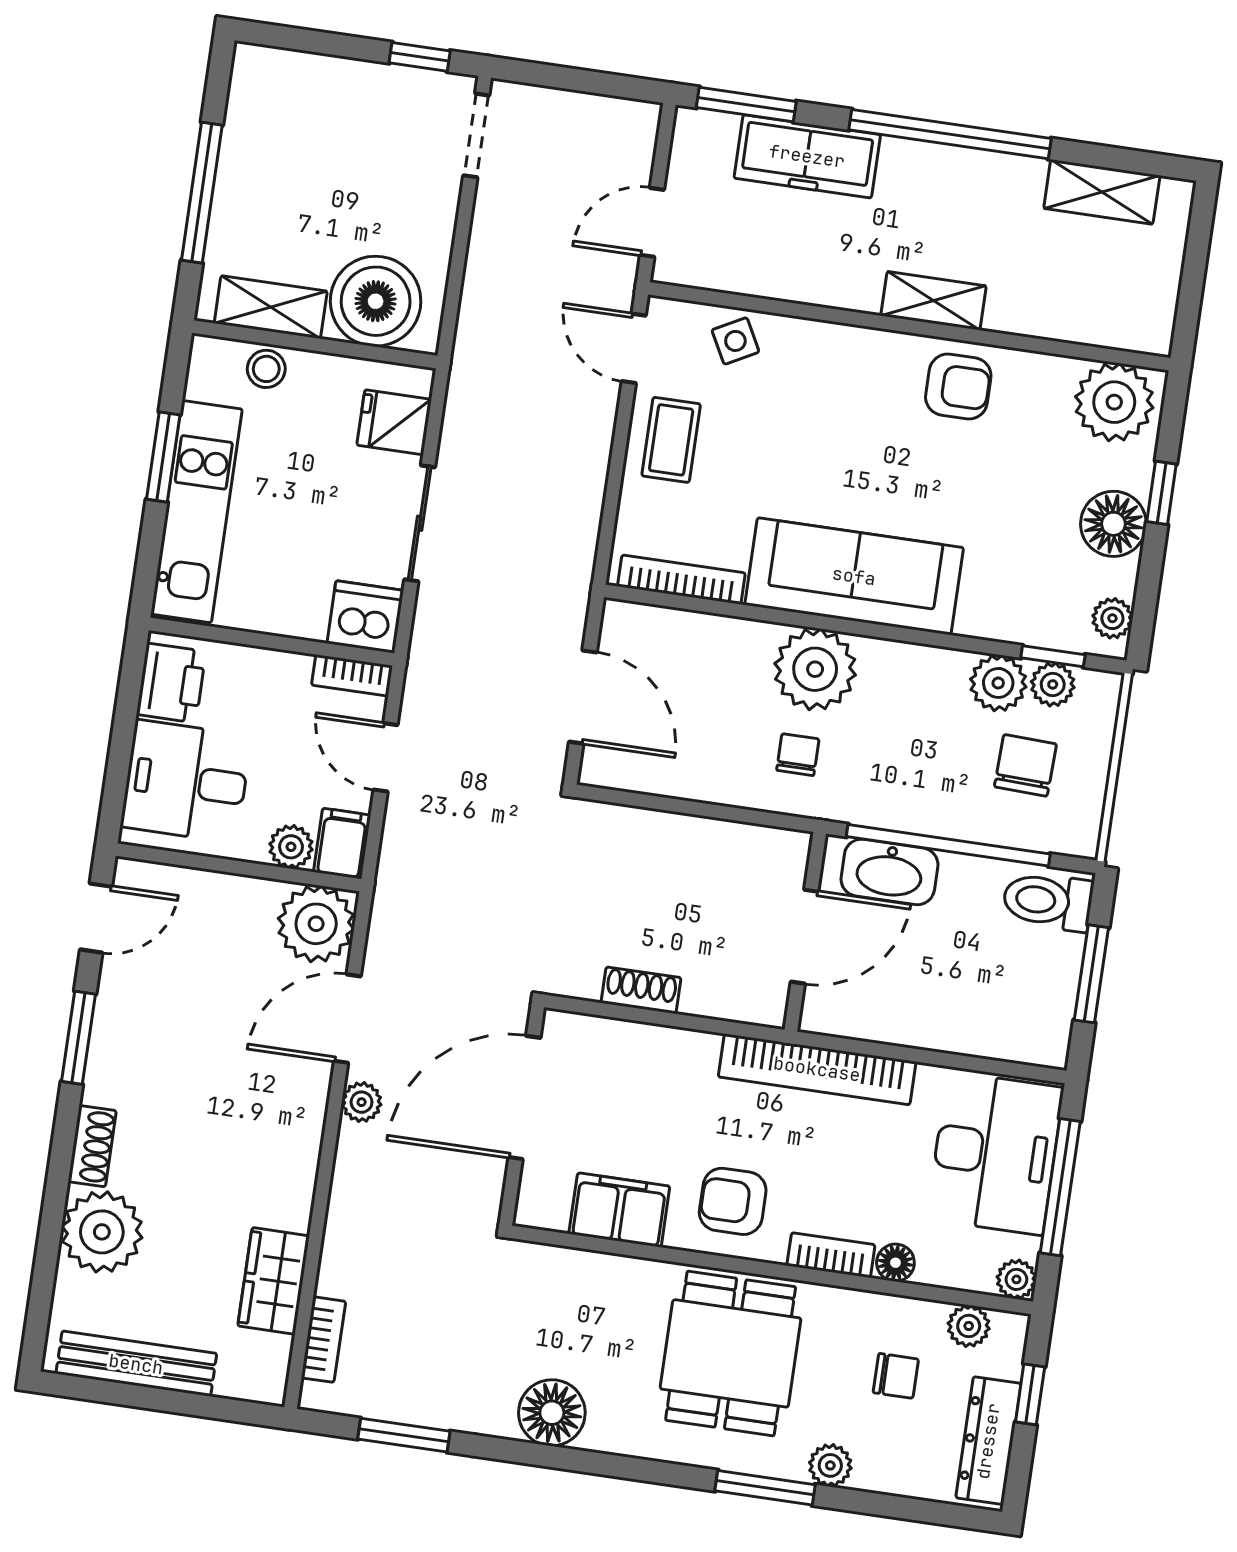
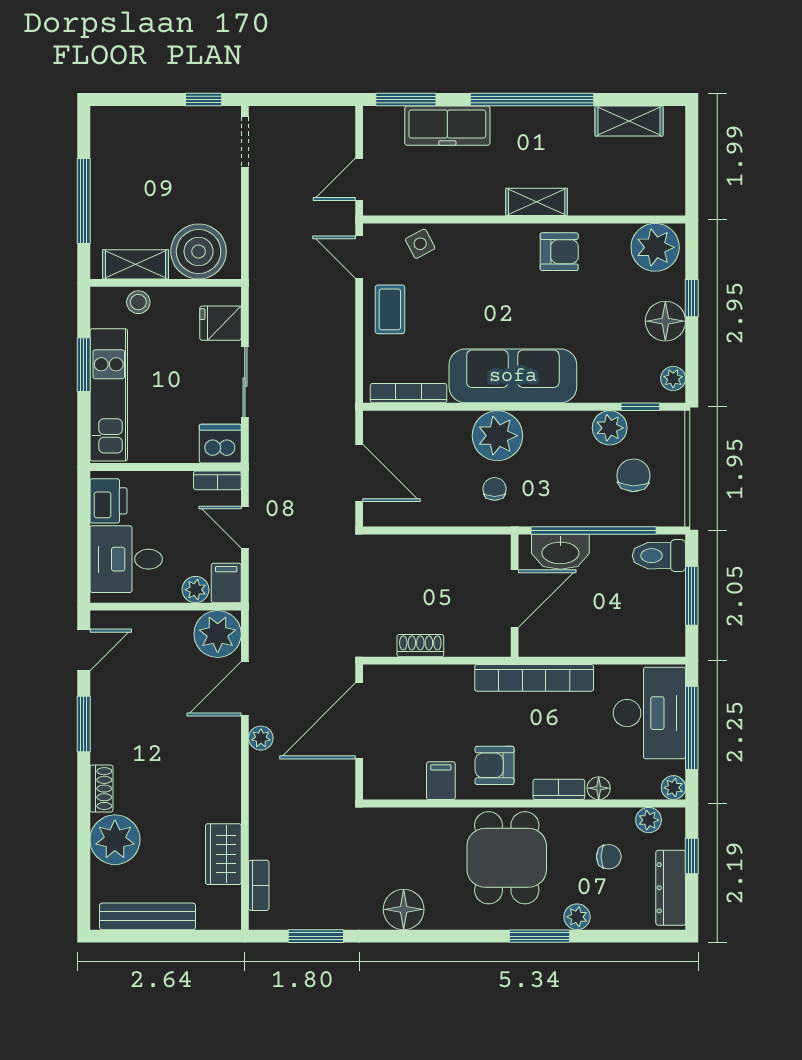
plant: (1053, 684) -> (643, 424), removed
filing cabinet: (619, 1210) -> (441, 781), width x0.50

